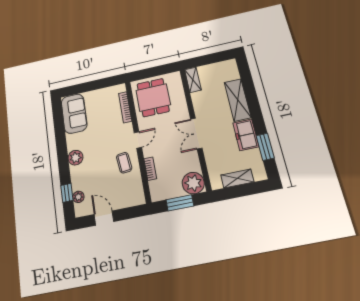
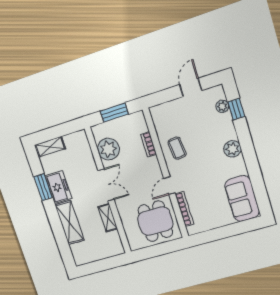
shelving: (193, 80) -> (108, 218), moved
door: (138, 140) -> (169, 186), moved
window: (265, 147) -> (43, 187), moved
shelving: (237, 178) -> (50, 147), moved
plant: (193, 183) -> (108, 149), moved
door: (104, 218) -> (191, 87), swing flipped

